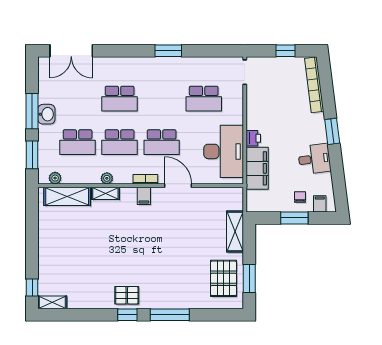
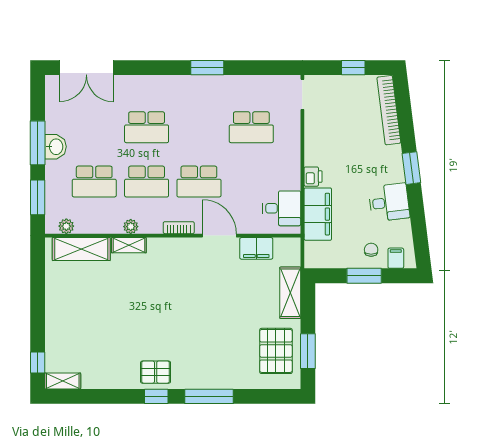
desk: (224, 151) -> (282, 208), width x0.53, depth x0.77
filing cabinet: (144, 196) -> (256, 248), moved, width x2.00

